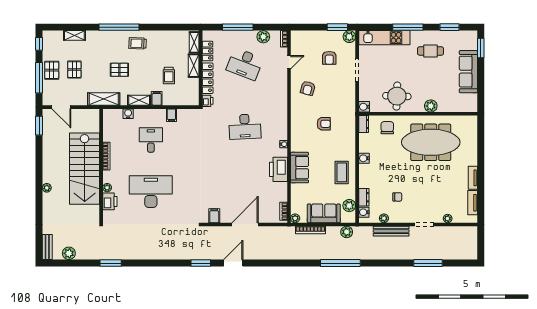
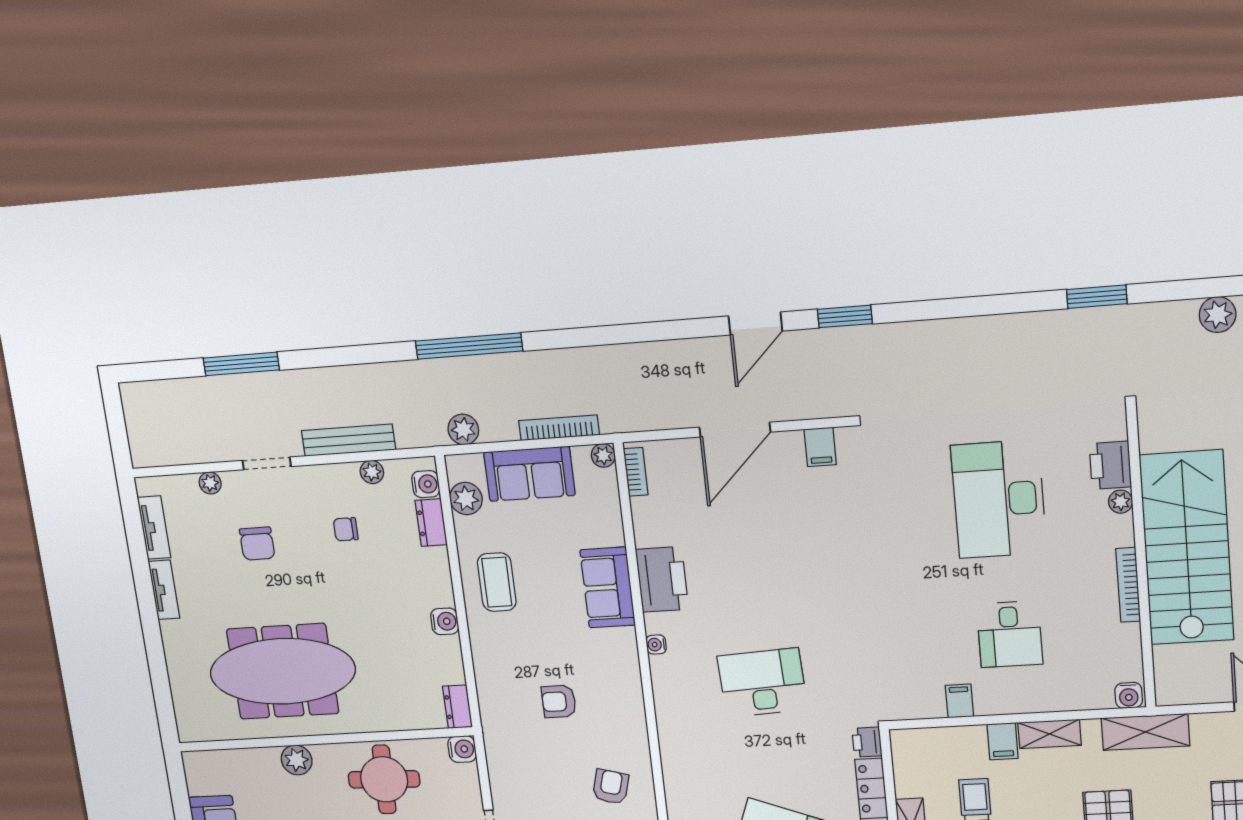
water cooler: (128, 114) -> (1129, 695), moved
chair: (387, 128) -> (257, 544), moved
desk: (151, 192) -> (999, 499), turned 90

